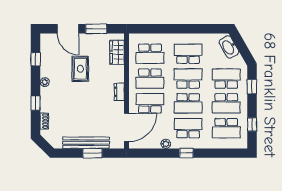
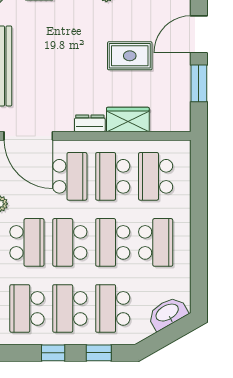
wardrobe: (117, 52) -> (128, 120), moved
school desk: (188, 79) -> (113, 242), turned 180
school desk: (226, 79) -> (113, 308), turned 180
window: (252, 125) -> (53, 353), moved

